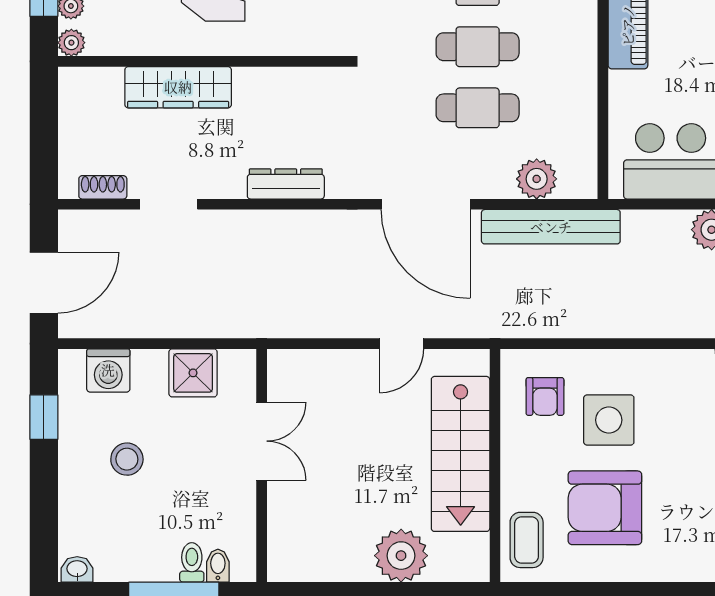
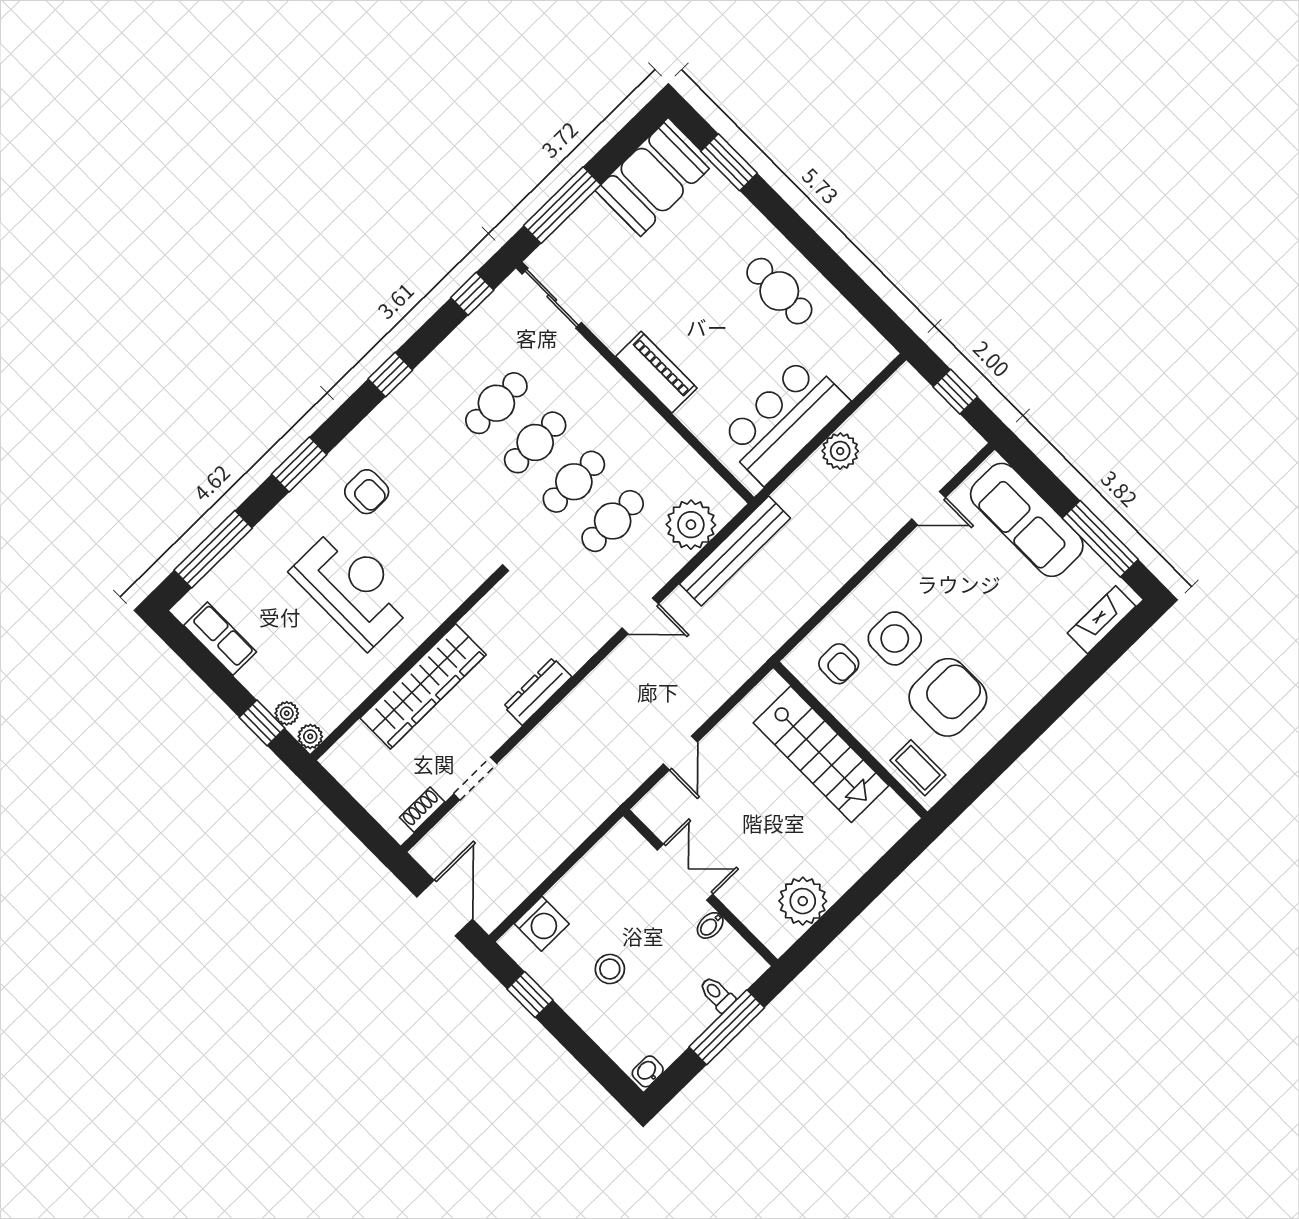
wardrobe: (178, 87) -> (423, 686), width x1.40, depth x1.17
plant: (537, 179) -> (691, 525), width x1.36, depth x1.36
door: (426, 204) -> (640, 616), width x0.53
door: (402, 344) -> (680, 753), moved
shower: (193, 373) -> (598, 872), removed
armchair: (605, 508) -> (948, 697), turned 180
plant: (401, 556) -> (803, 901), moved
bidet: (218, 566) -> (710, 925), moved, turned -90

